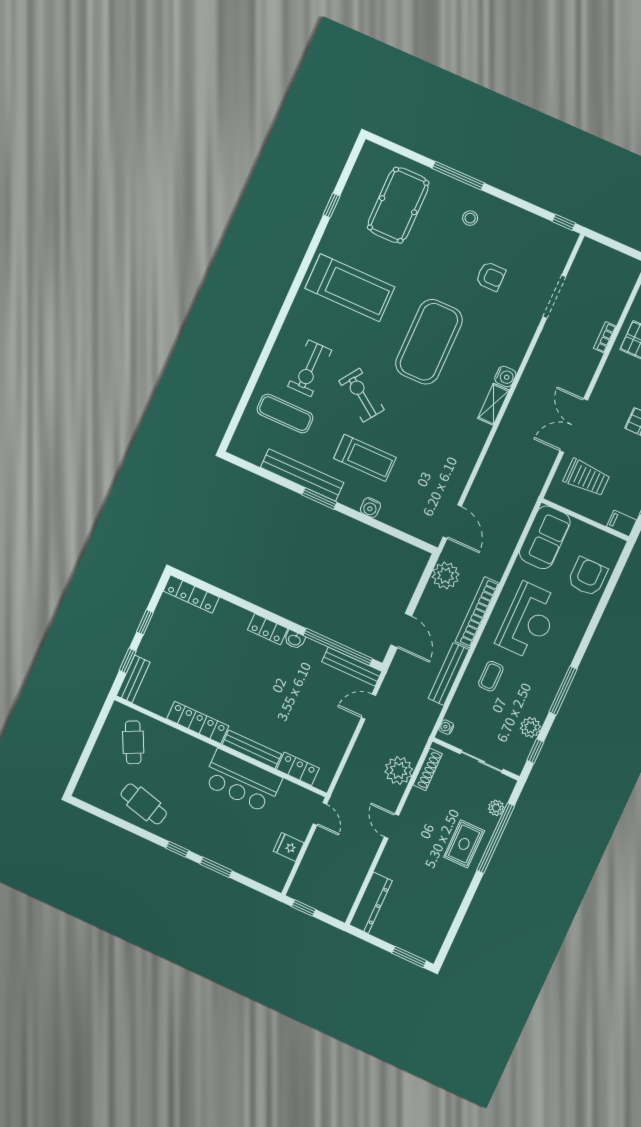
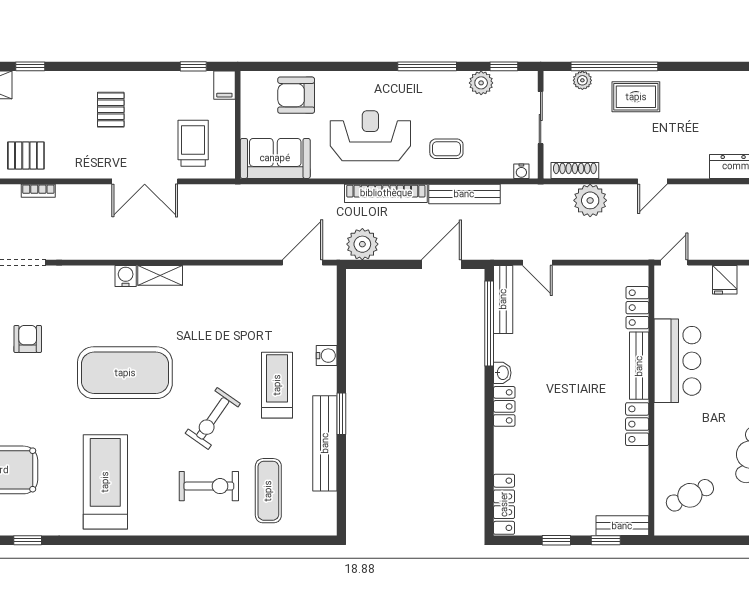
locker: (198, 722) -> (637, 424), width x0.66

